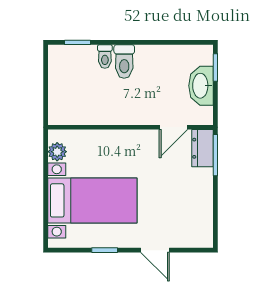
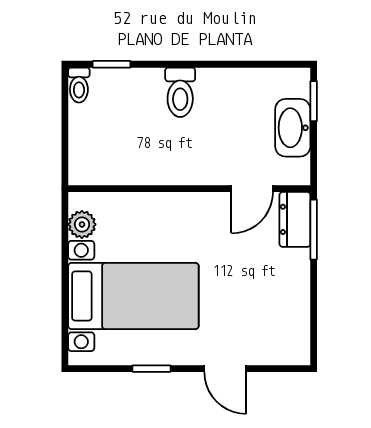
toilet: (105, 57) -> (79, 85), moved

